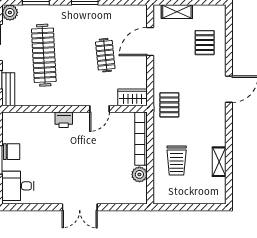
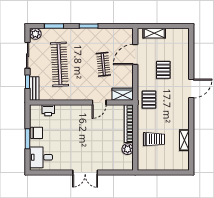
pallet: (205, 43) -> (163, 70), moved
printer: (64, 120) -> (48, 110), moved
trolley: (177, 161) -> (154, 139), turned -90

